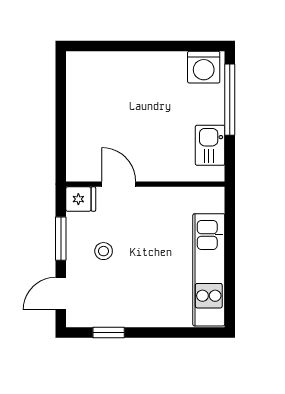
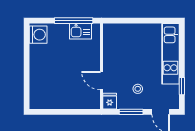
window: (230, 100) -> (74, 21), moved
door: (119, 184) -> (102, 81), hinge flipped
kitchen unit: (209, 270) -> (170, 54), moved, turned 90

